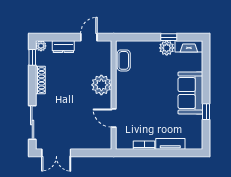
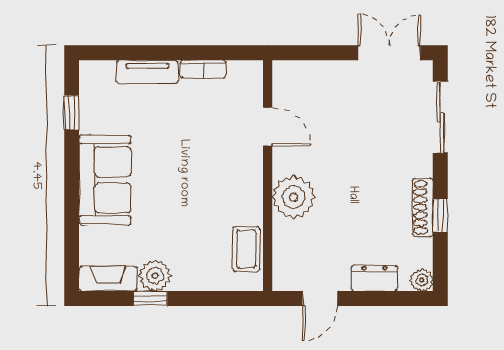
window: (32, 57) -> (440, 215), moved
window: (206, 112) -> (72, 113), moved

